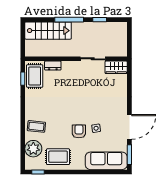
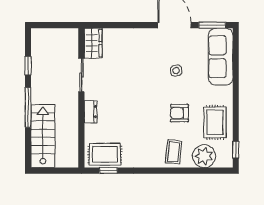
dresser: (53, 66) -> (91, 112), moved
armchair: (79, 131) -> (179, 113), moved

